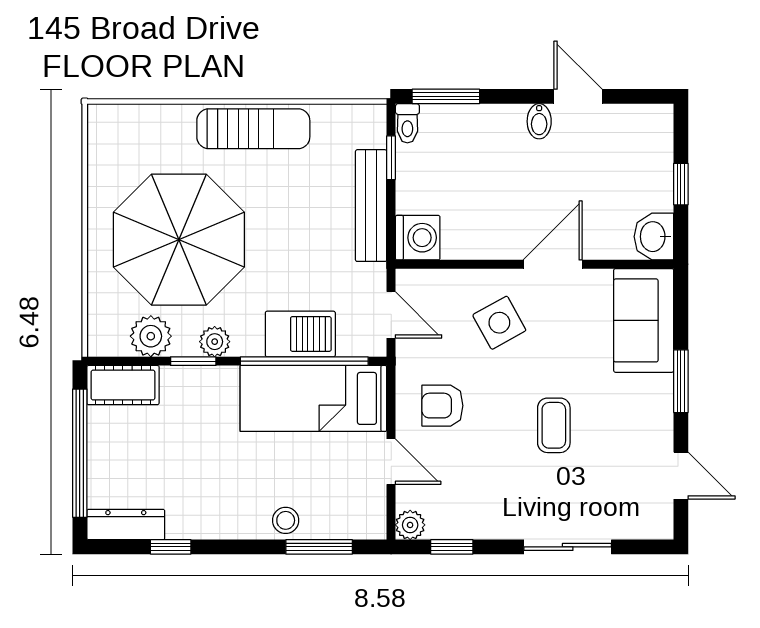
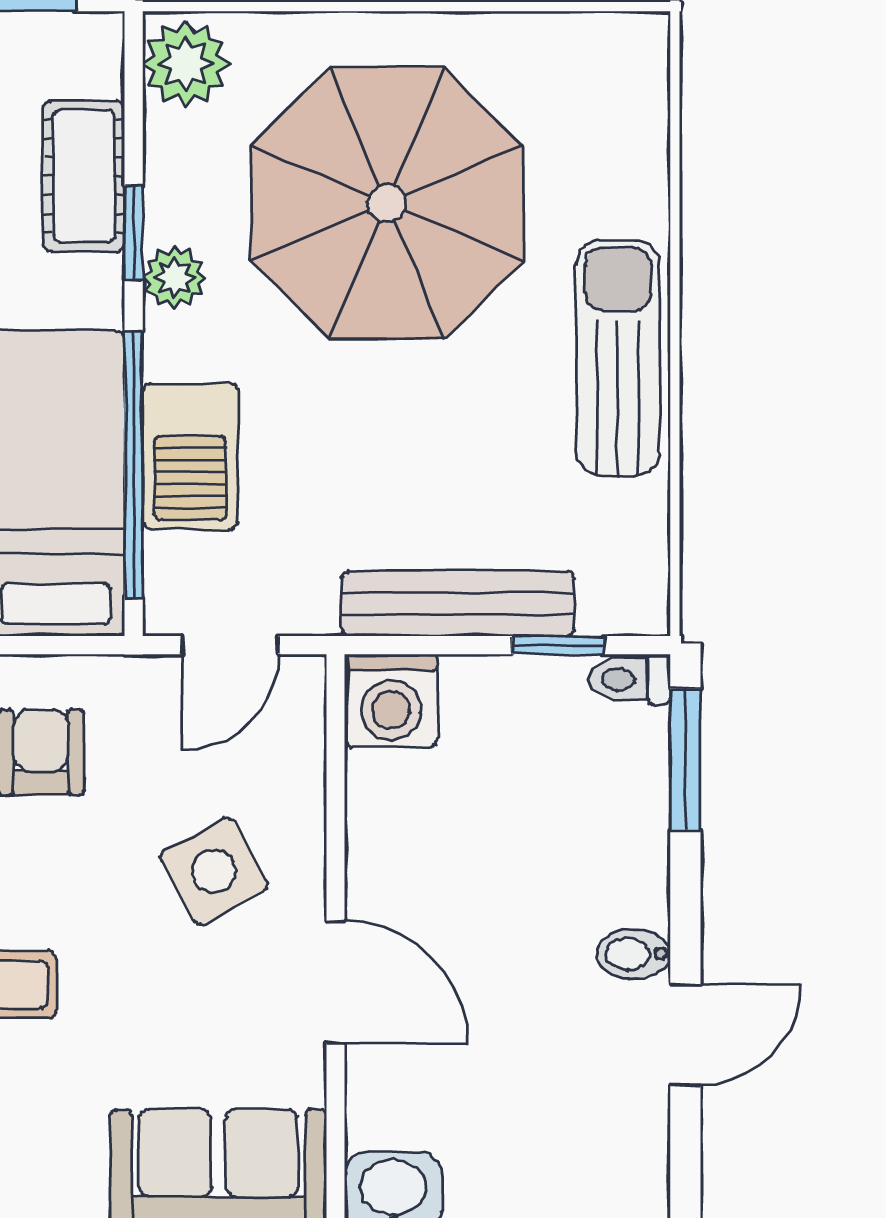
sun lounger: (253, 129) -> (618, 358), turned 180
plant: (151, 336) -> (186, 64), moved
cot: (123, 385) -> (84, 176), moved

